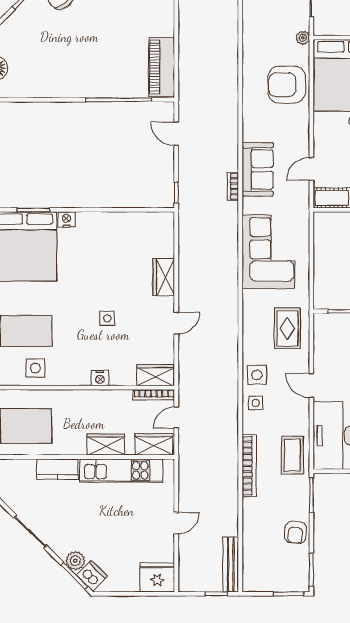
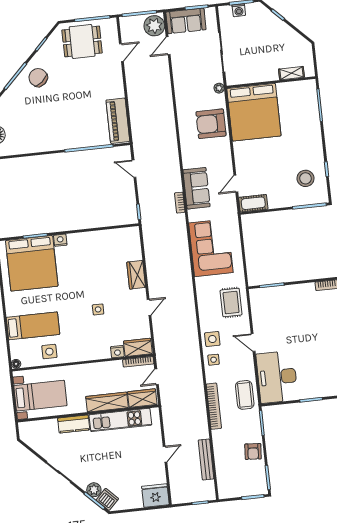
nightstand: (100, 378) -> (117, 352), moved
wardrobe: (106, 444) -> (107, 402), width x1.50
bench: (231, 565) -> (206, 459), moved

